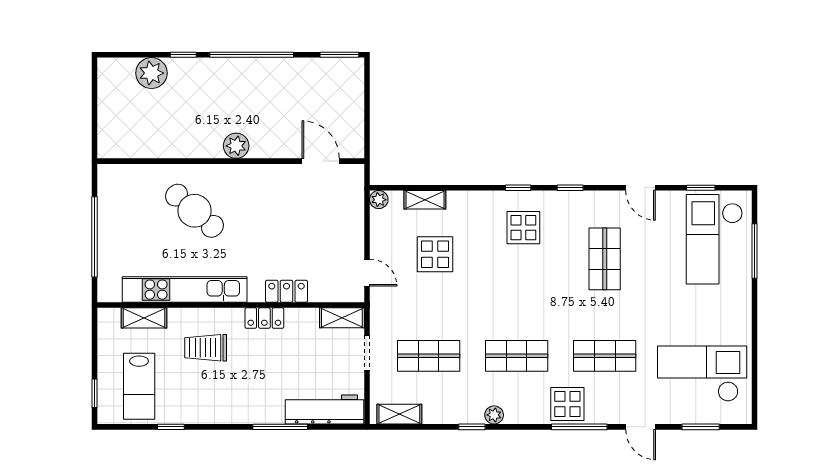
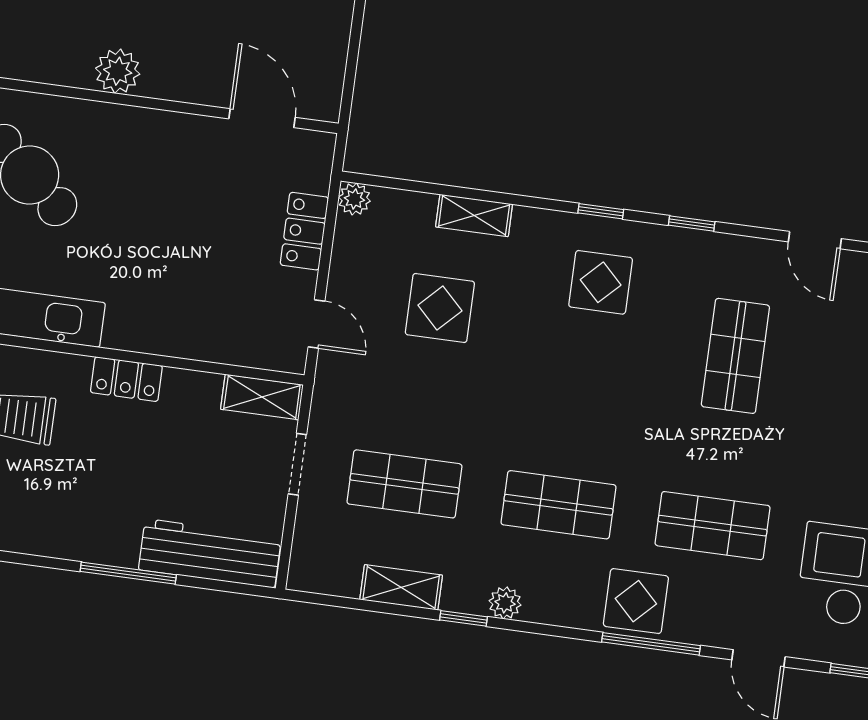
shelving: (425, 200) -> (474, 215), moved
locker: (287, 291) -> (304, 231), moved, turned -90
shelving: (399, 414) -> (401, 587), moved

